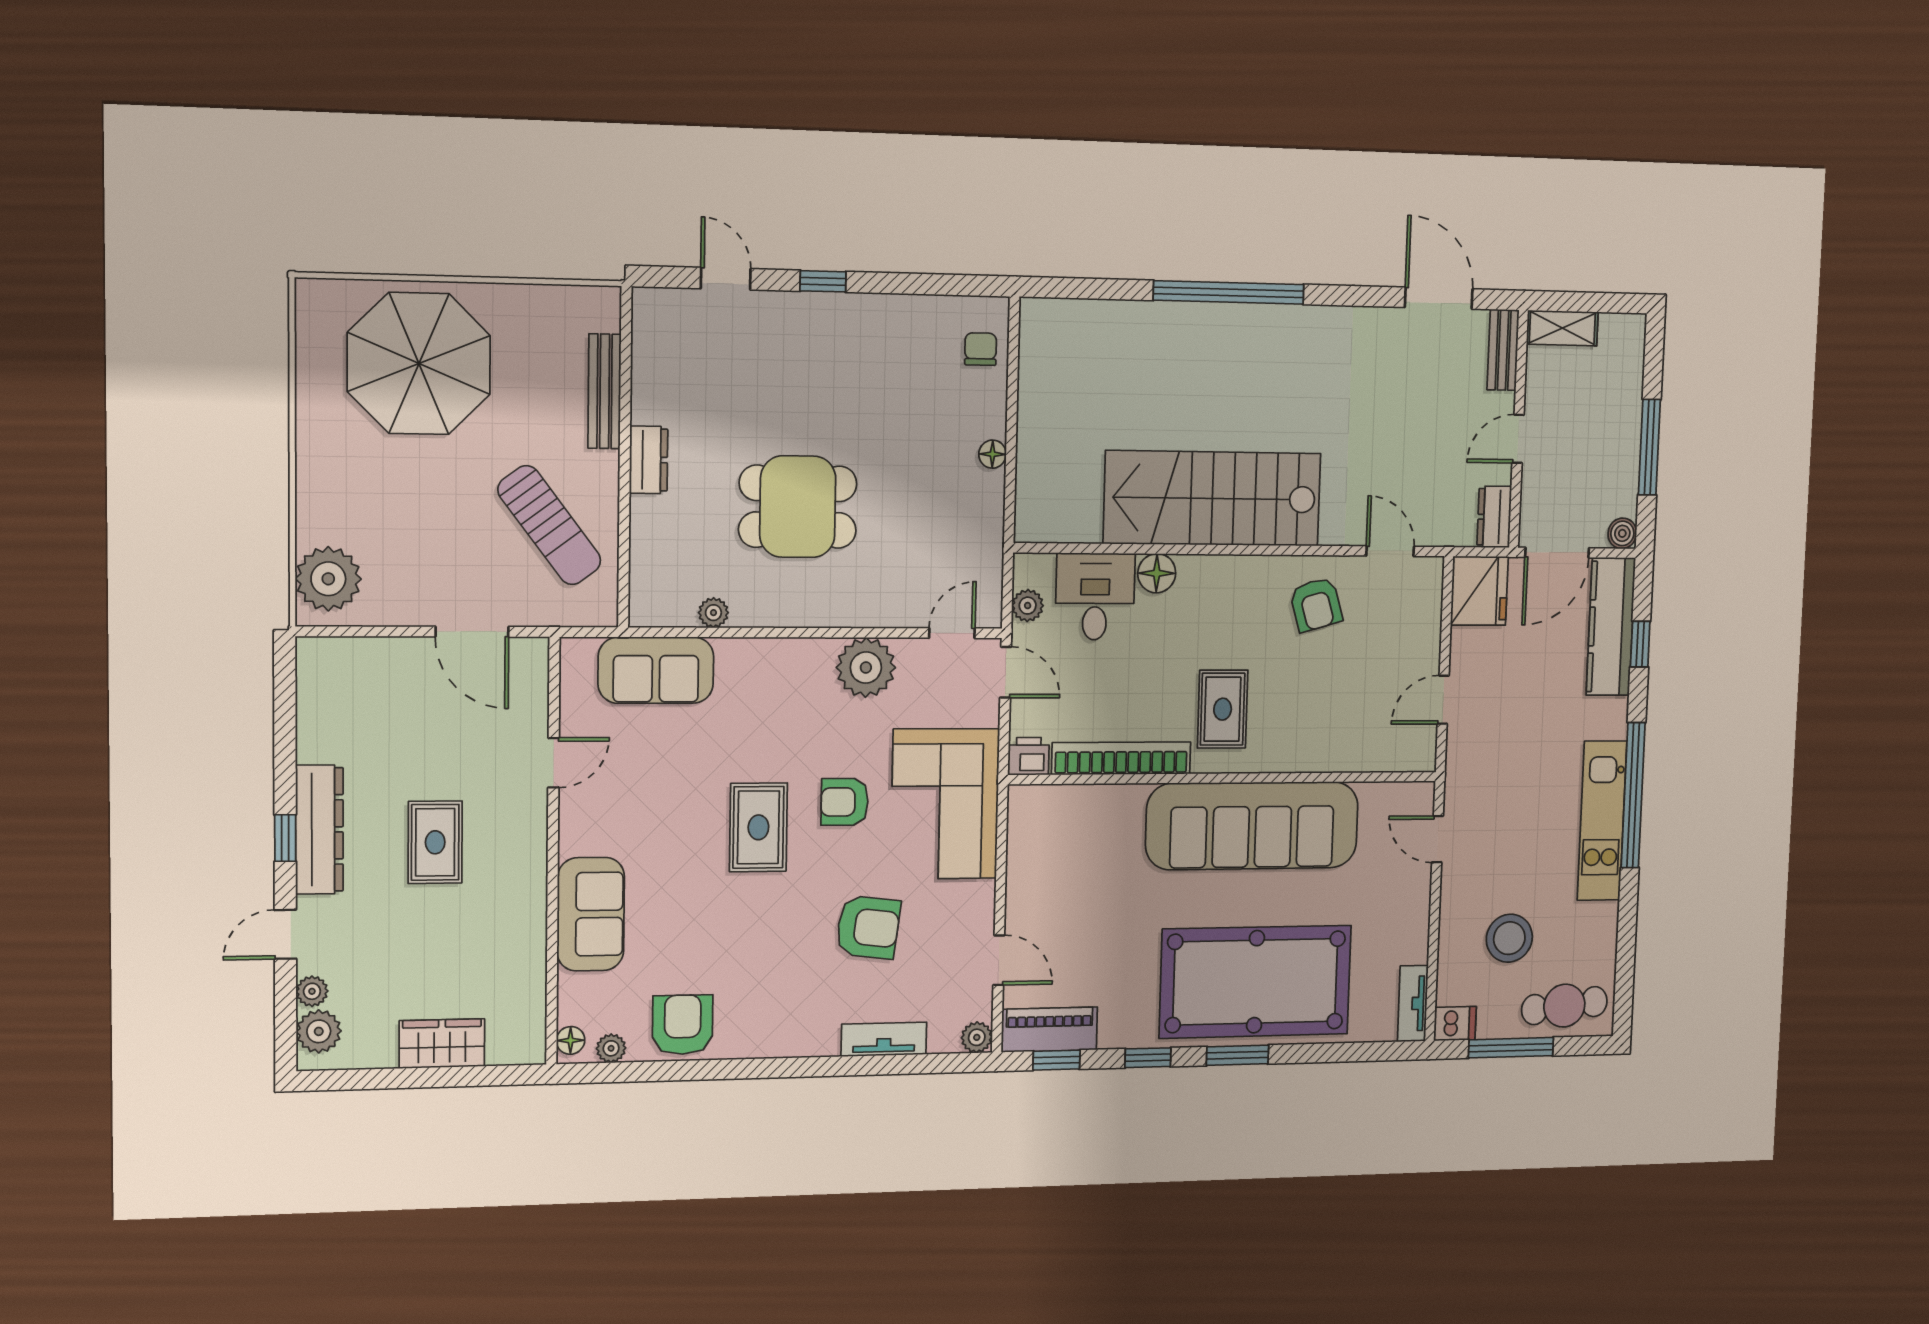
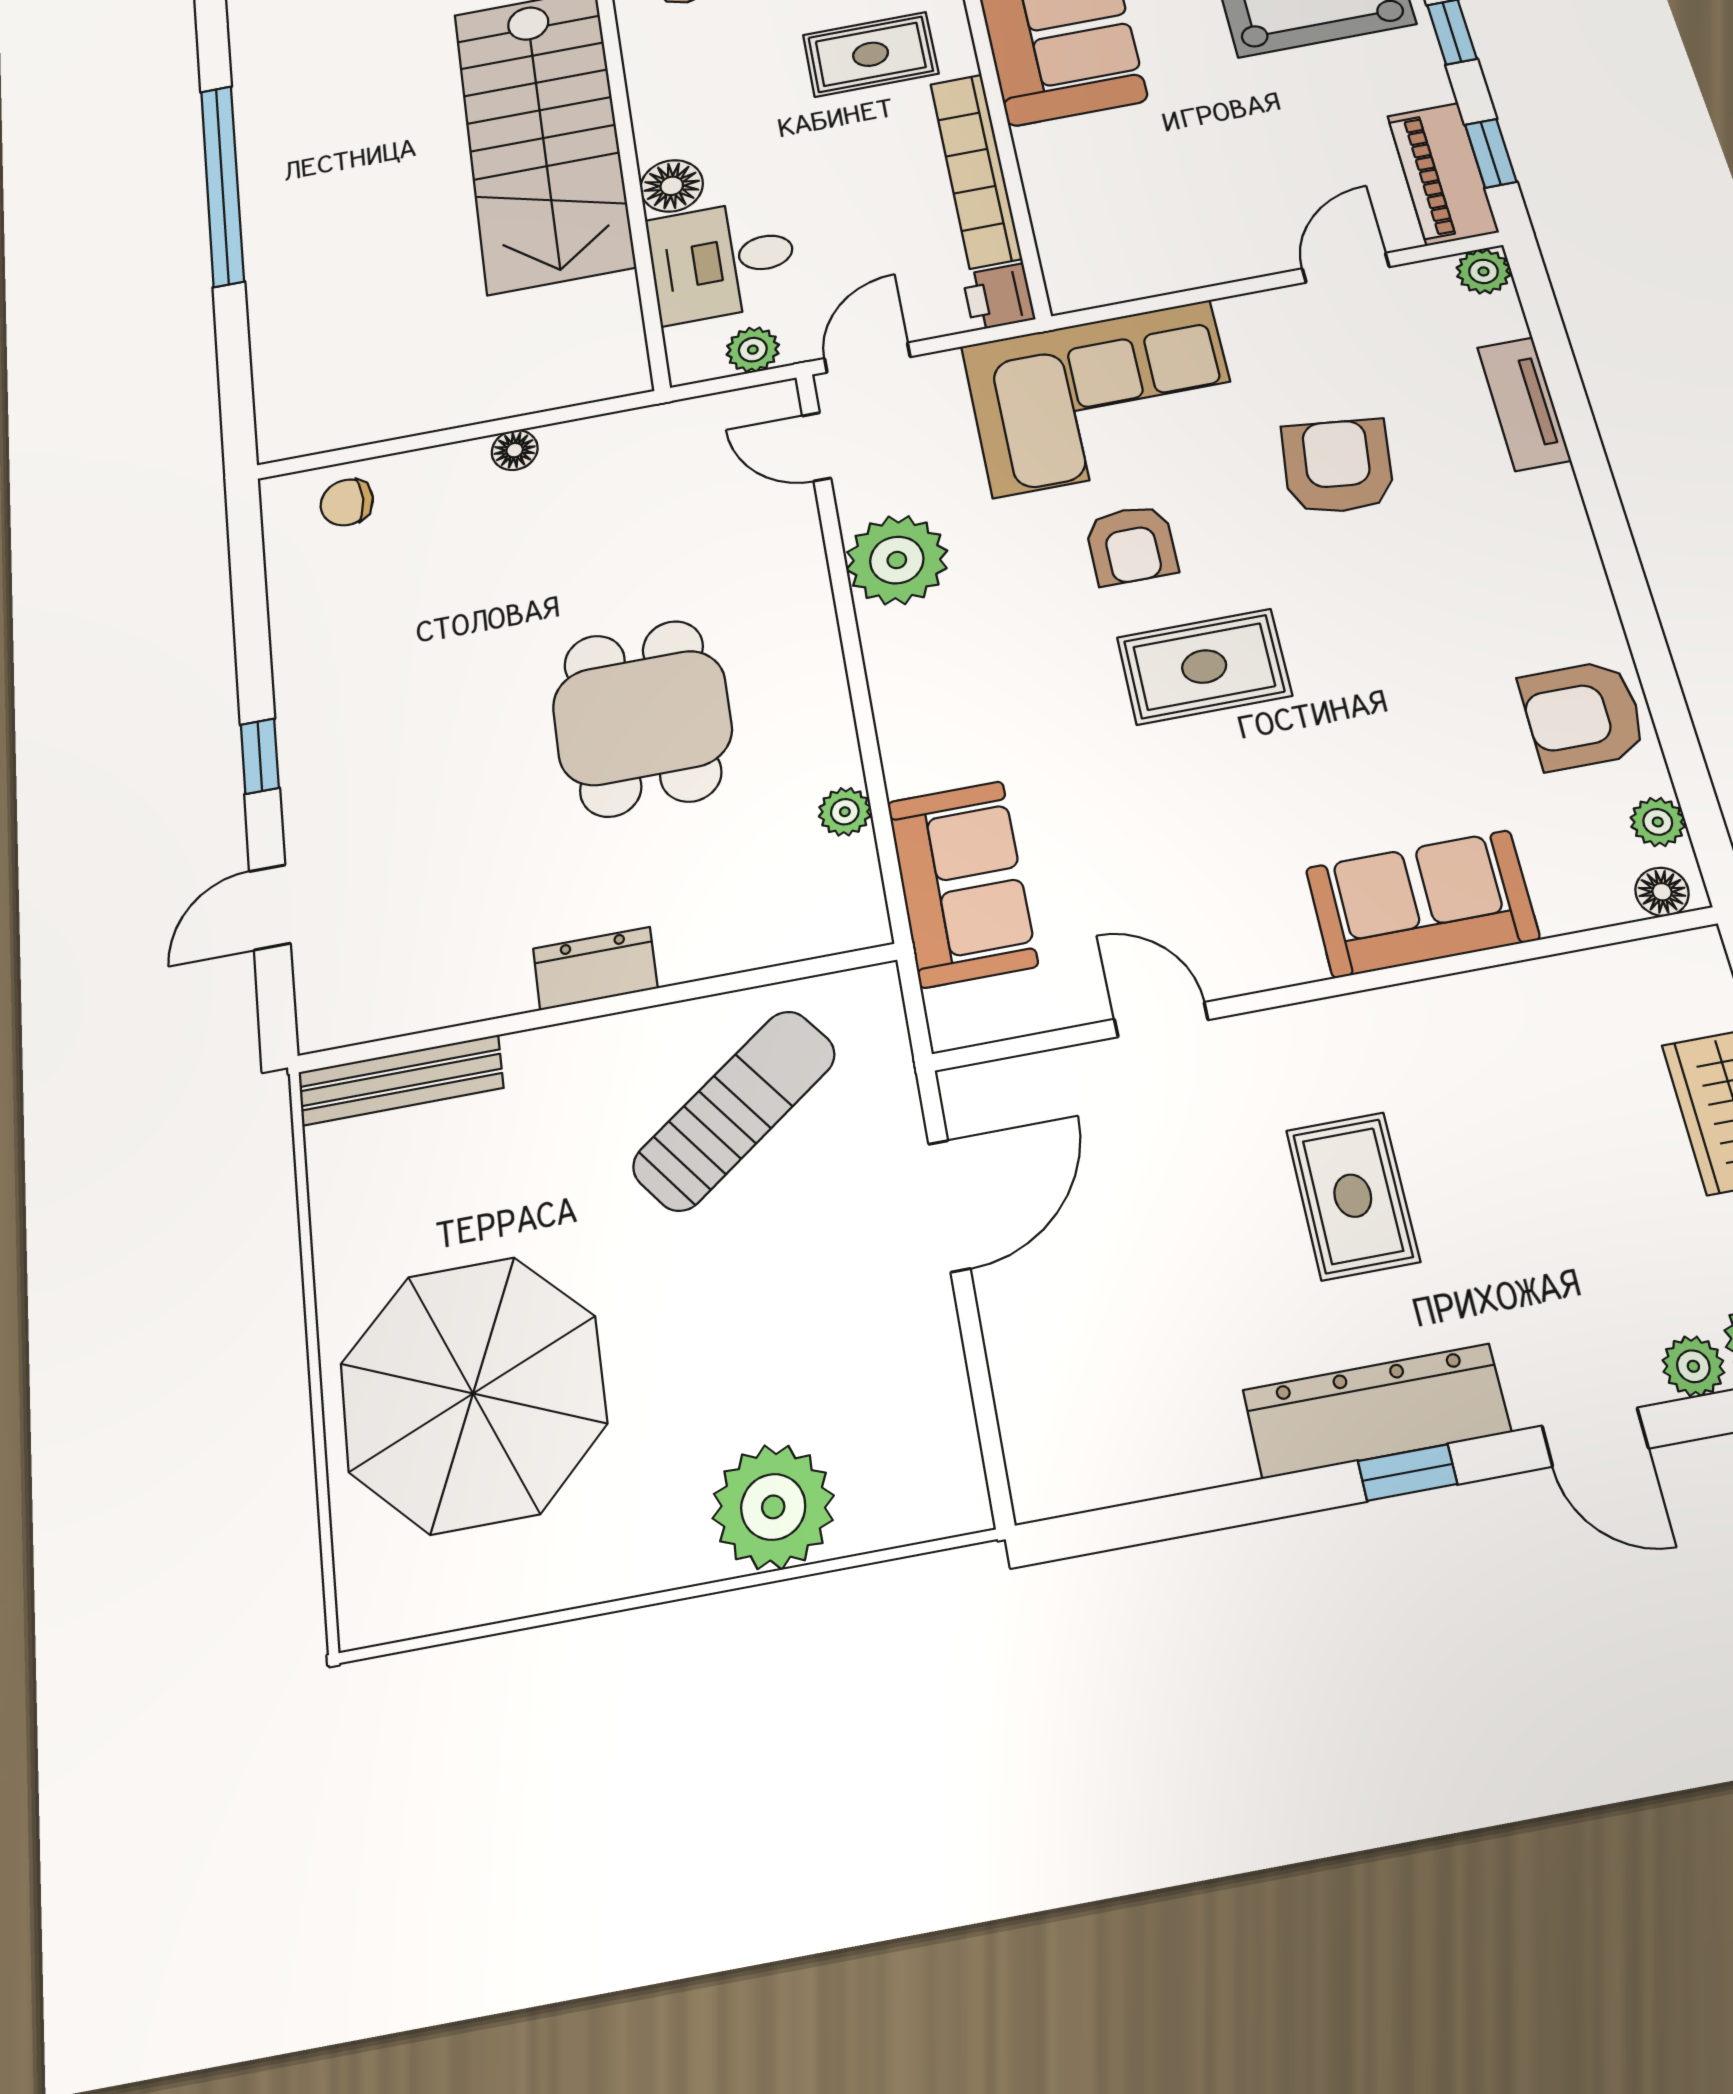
bench: (605, 391) -> (401, 1080), moved
plant: (328, 579) -> (773, 1507), moved
rug: (435, 842) -> (1353, 1196), turned 90

